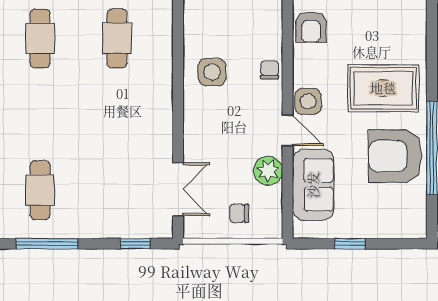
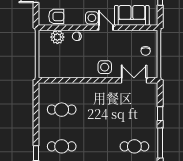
side table: (212, 72) -> (105, 67), moved
door: (287, 130) -> (106, 28), hinge flipped
plant: (268, 171) -> (57, 37), moved
window: (135, 244) -> (160, 114), moved

